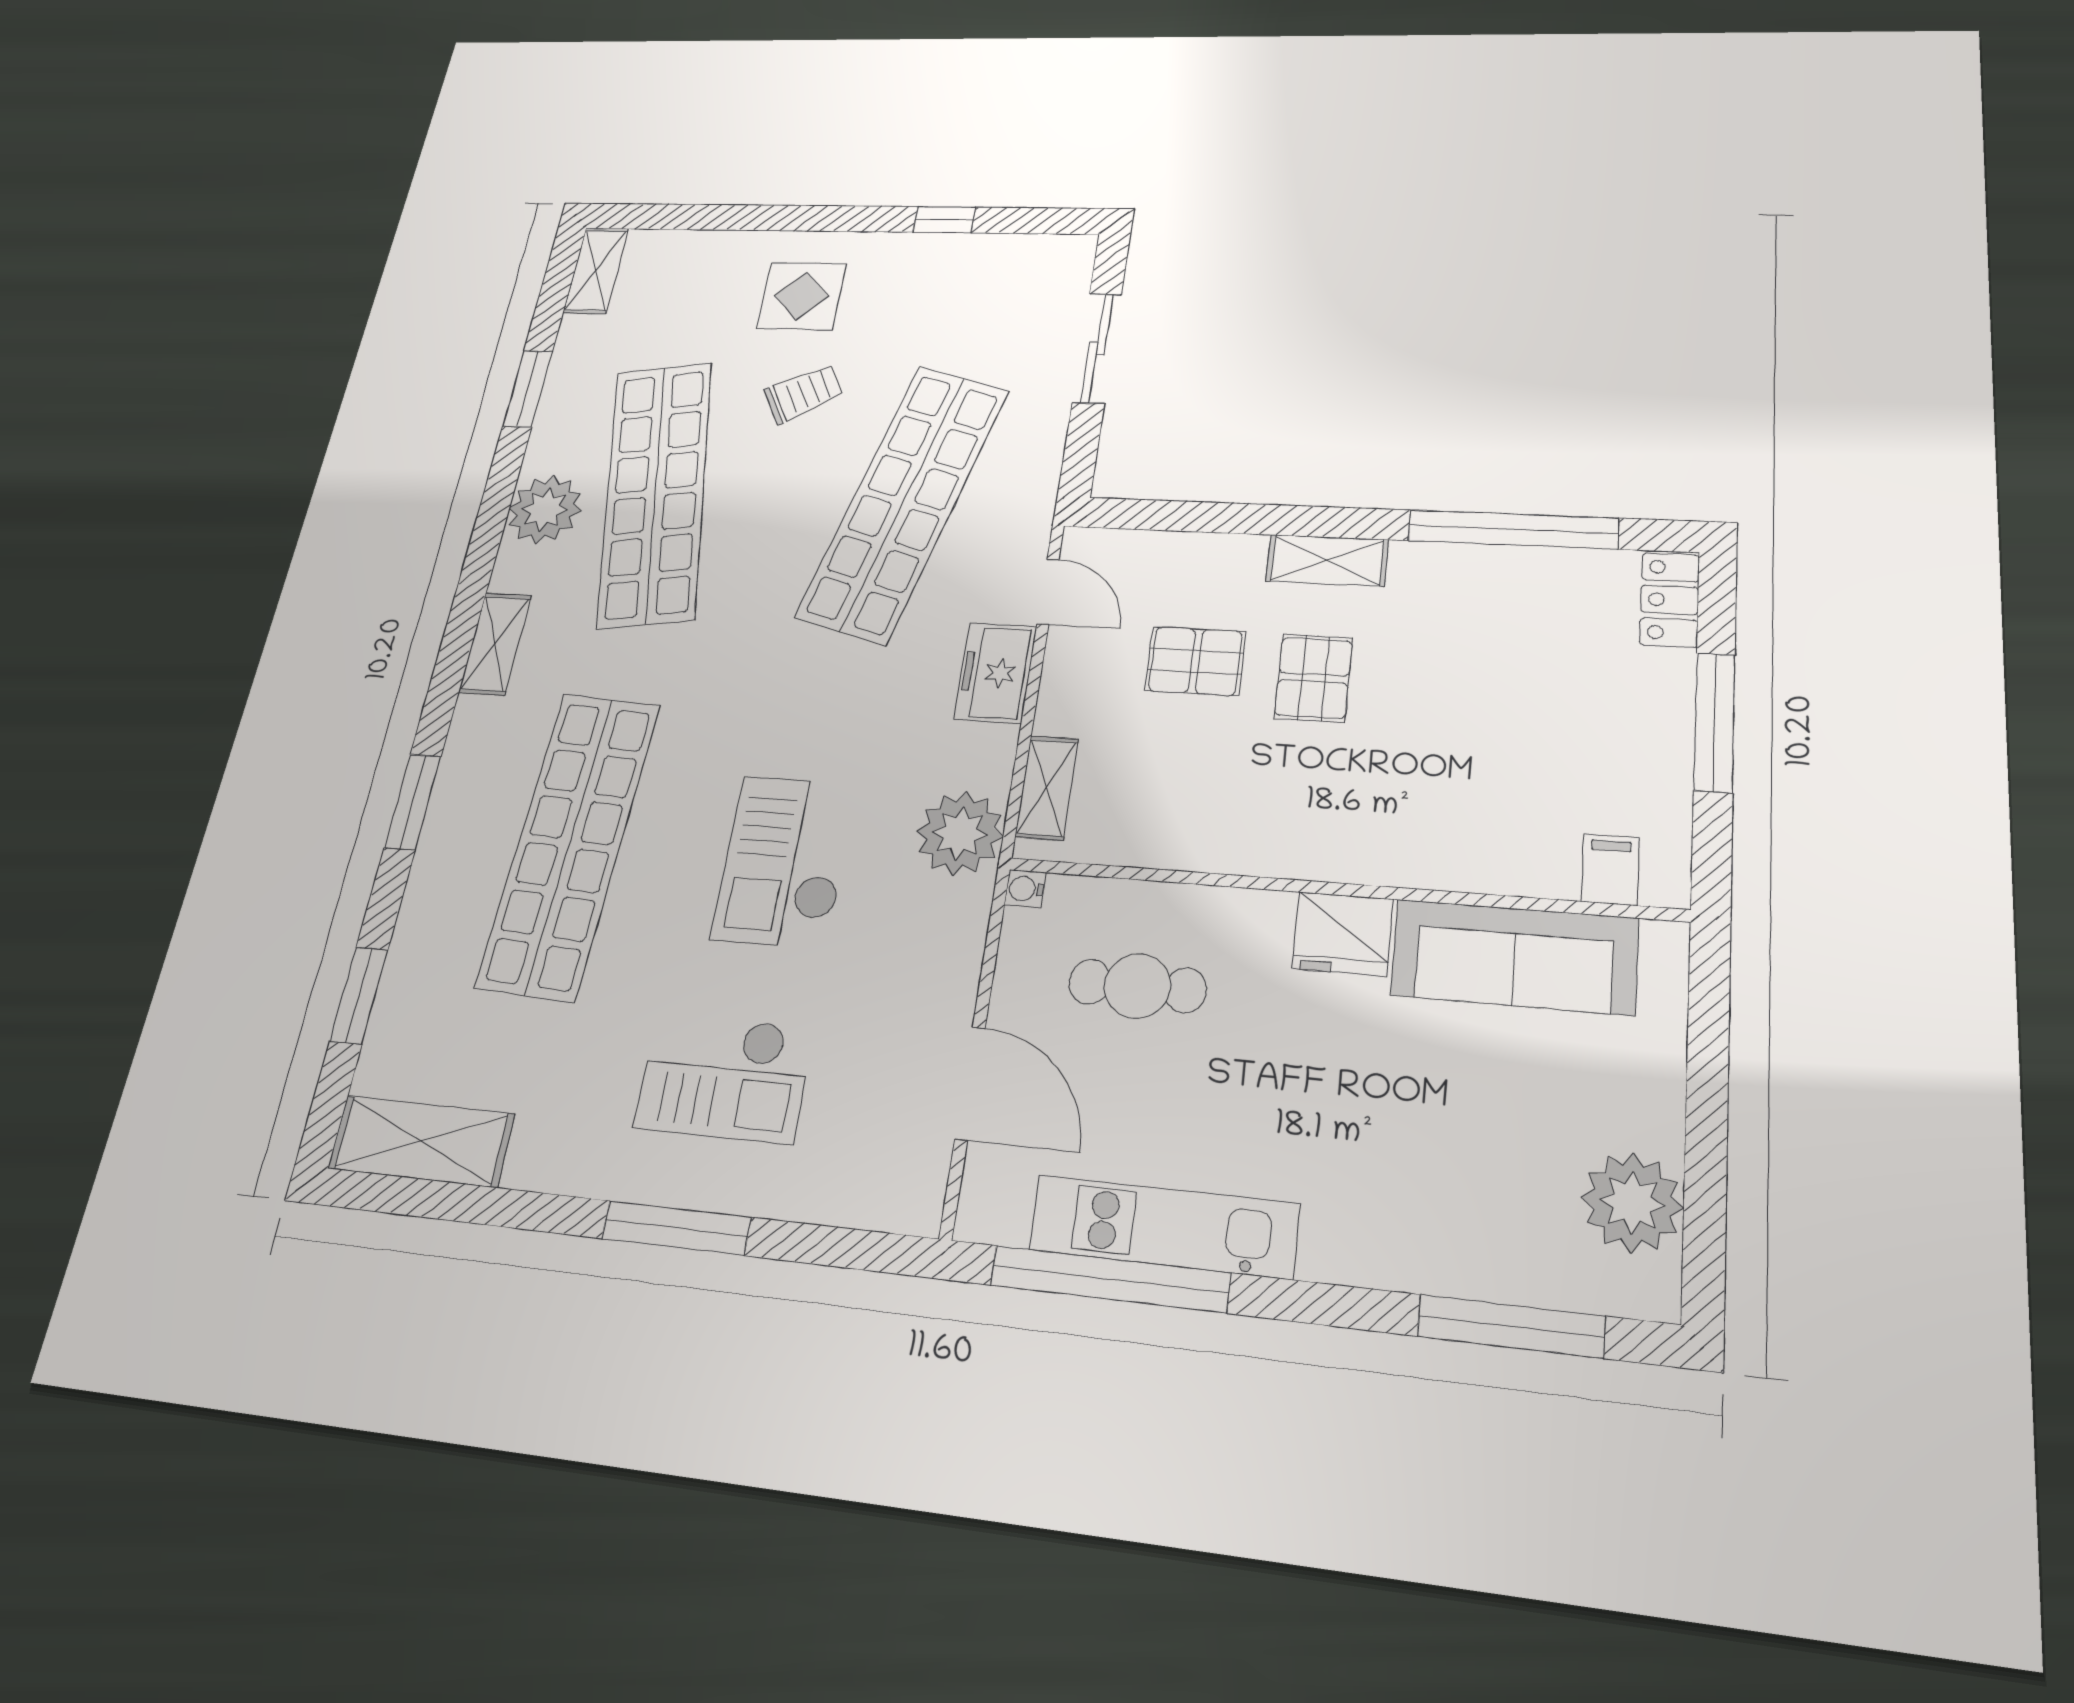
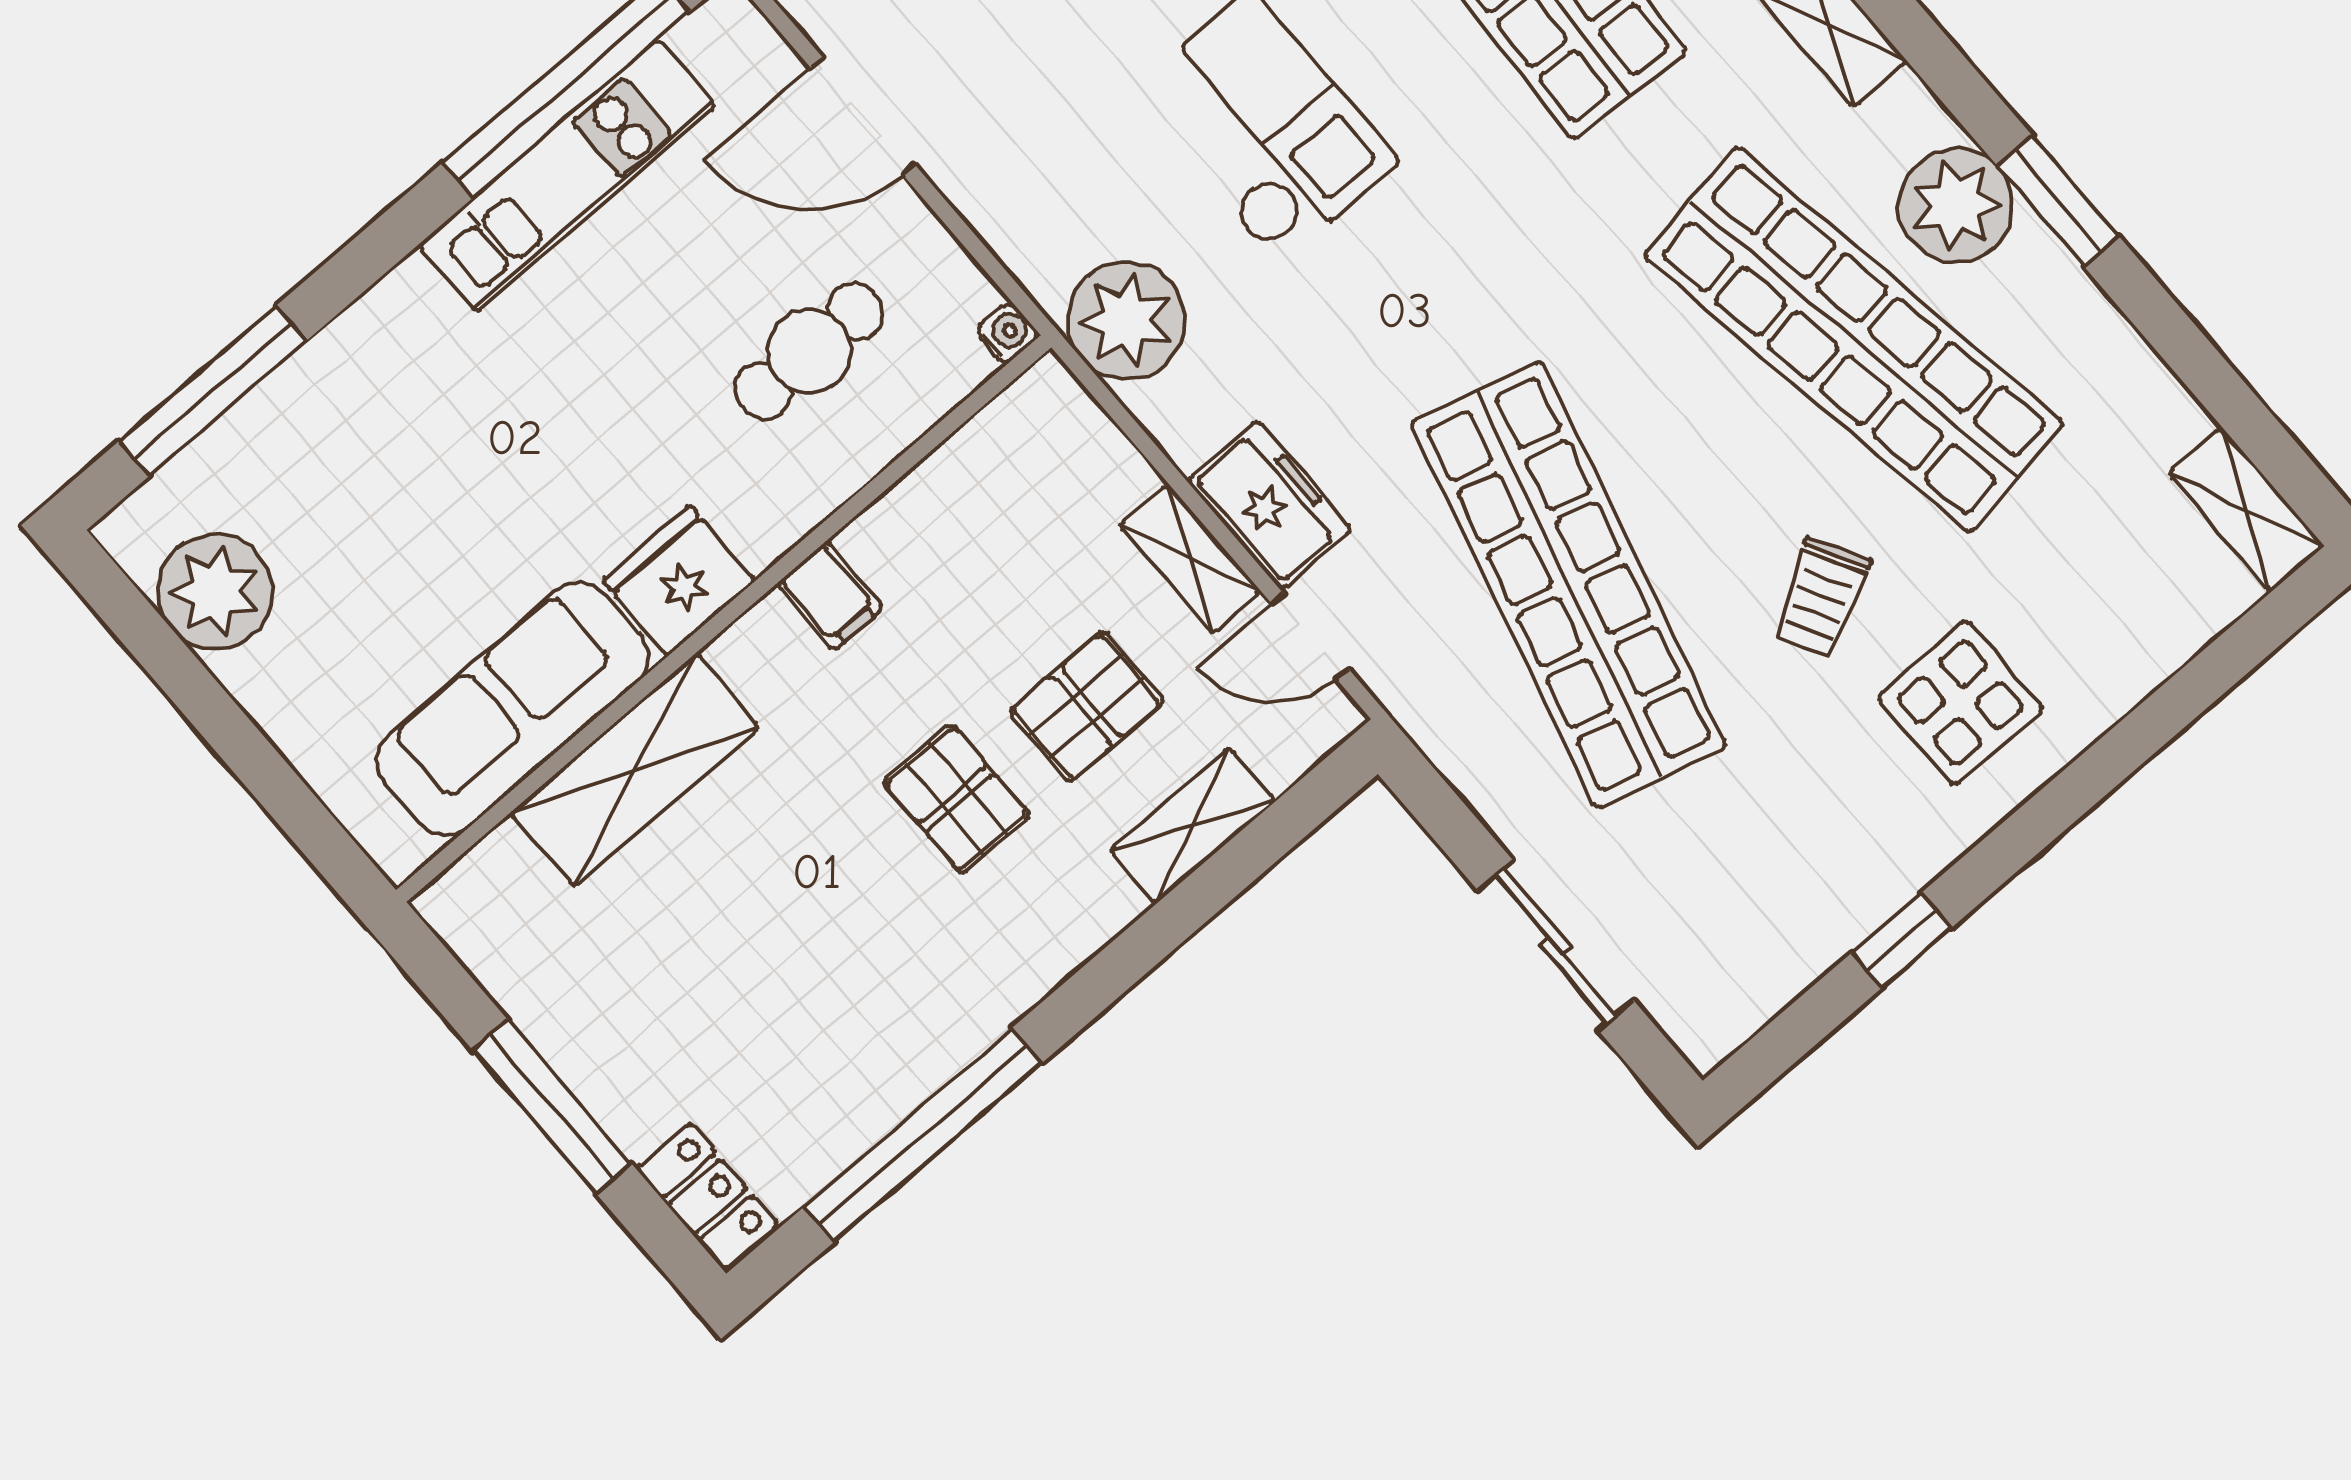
window: (528, 389) -> (2058, 201), moved
shelving: (1327, 560) -> (1192, 826), moved
shelving: (1047, 788) -> (1190, 558), moved
shelving: (1477, 856) -> (635, 770), added
filing cabinet: (1610, 869) -> (830, 596), moved

